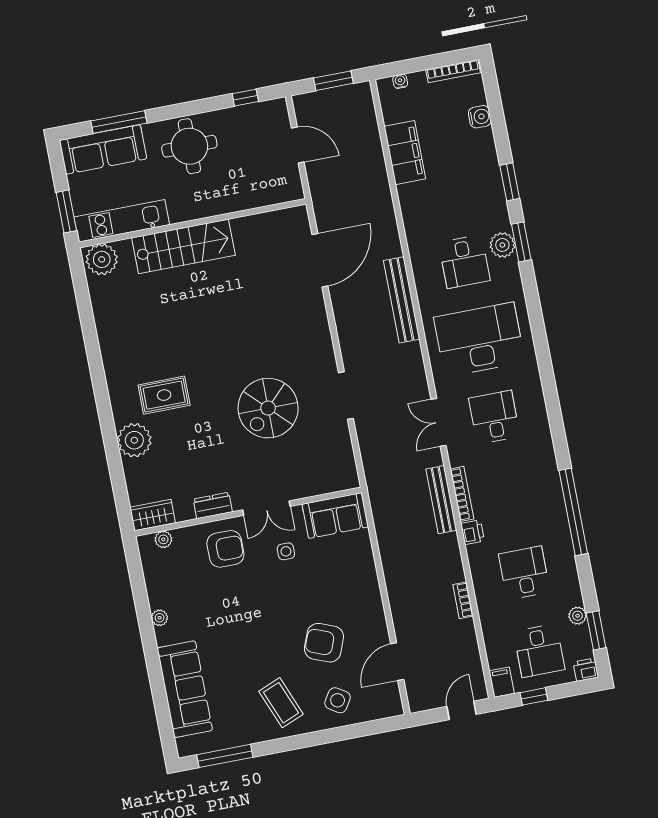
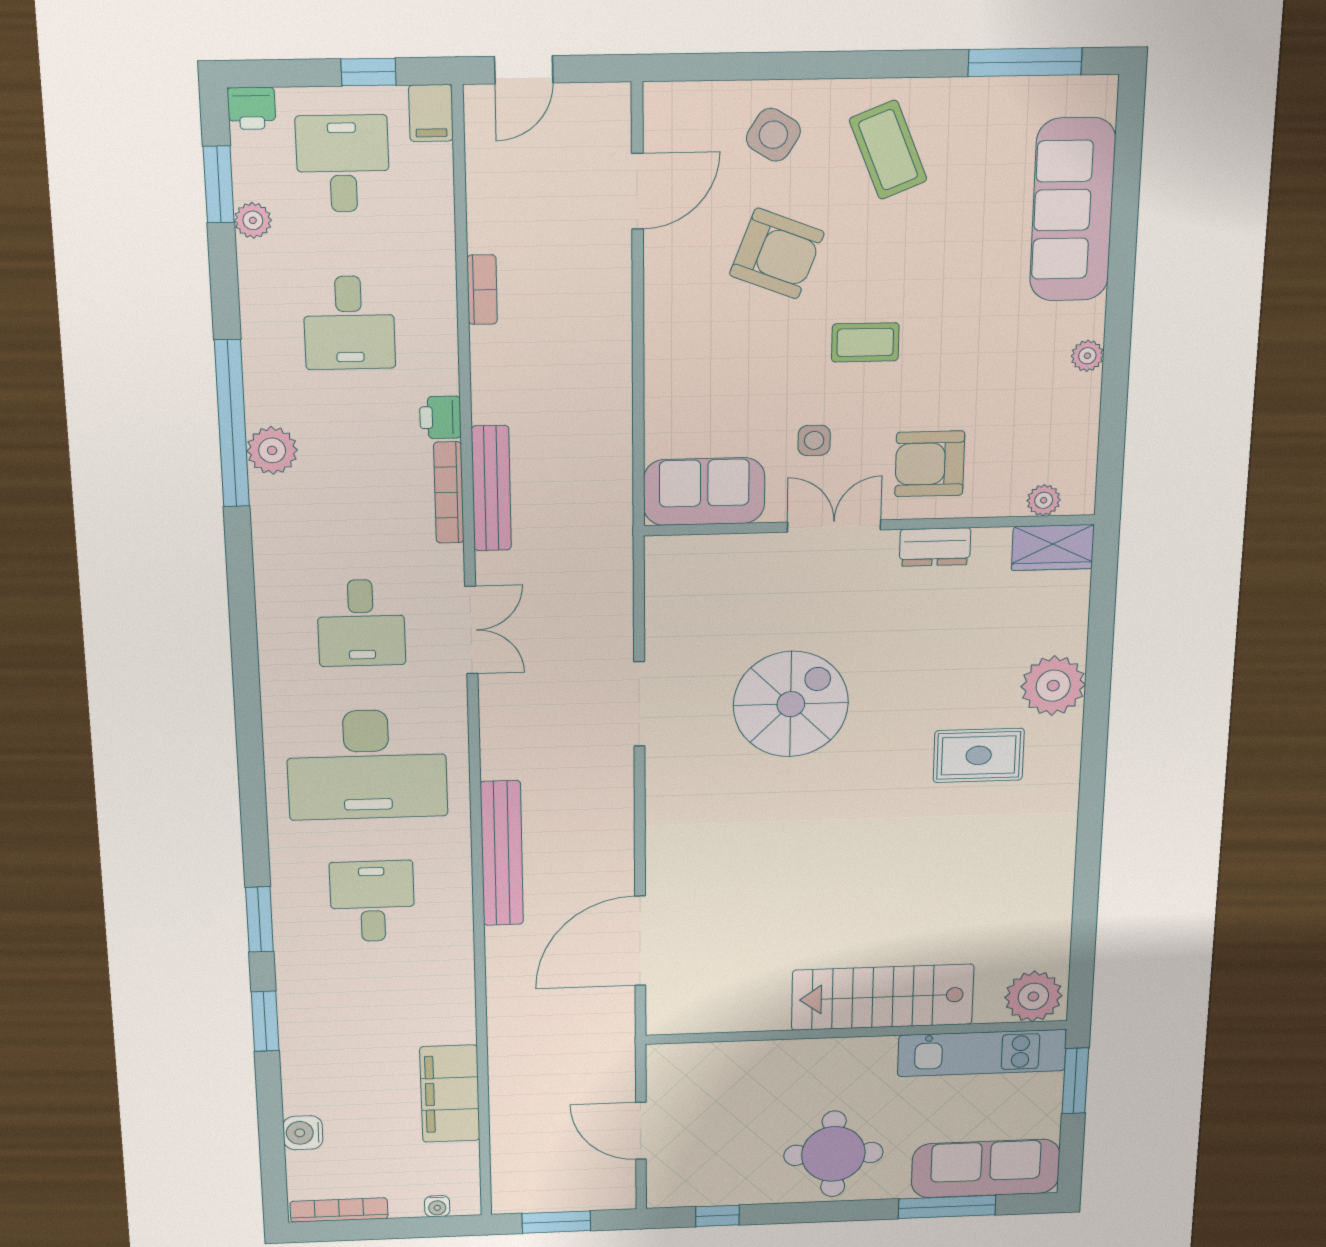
plant: (502, 245) -> (272, 450), moved
coffee table: (271, 606) -> (865, 342), added

